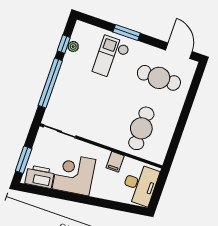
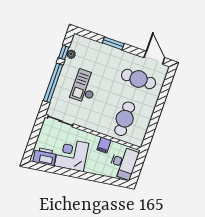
checkout: (111, 58) -> (85, 86), moved
window: (24, 160) -> (32, 143), removed

